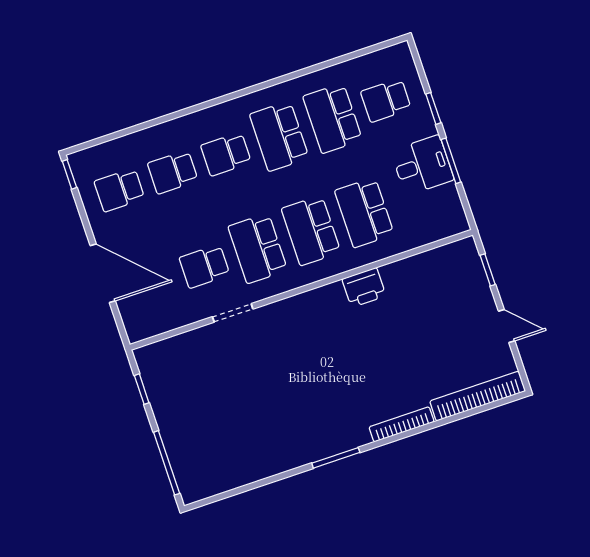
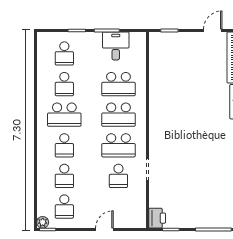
school desk: (333, 118) -> (64, 84), width x0.54
plant: (79, 161) -> (43, 222), added
desk: (422, 165) -> (116, 46), moved
door: (103, 273) -> (104, 230), width x0.53
printer: (364, 288) -> (157, 218), moved
door: (507, 326) -> (213, 30), moved

